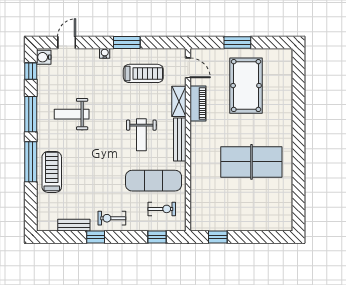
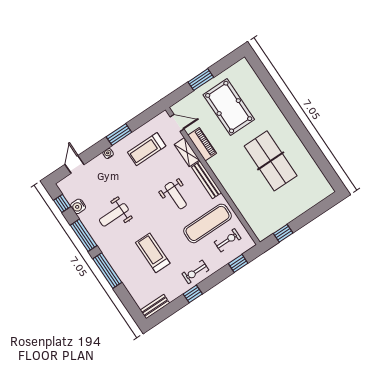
water cooler: (44, 57) -> (78, 206), moved
treadmill: (143, 73) -> (147, 149), turned 180
table tennis table: (251, 162) -> (271, 161), turned 90
treadmill: (52, 172) -> (153, 253), moved
bench: (74, 225) -> (155, 307), moved

